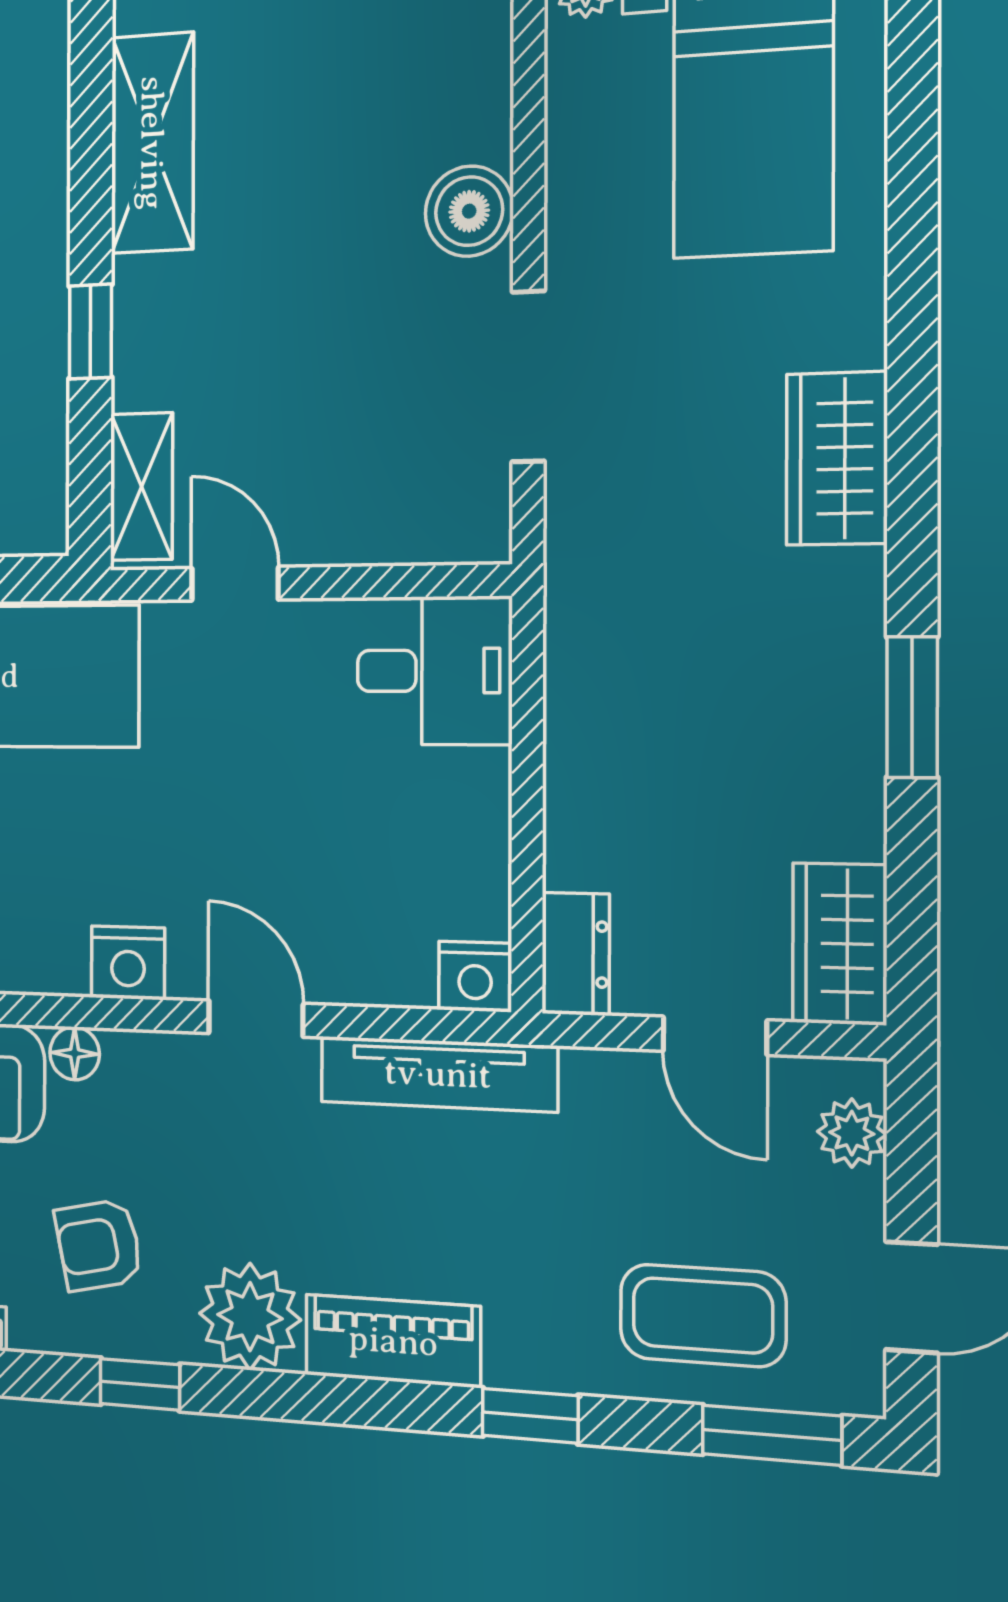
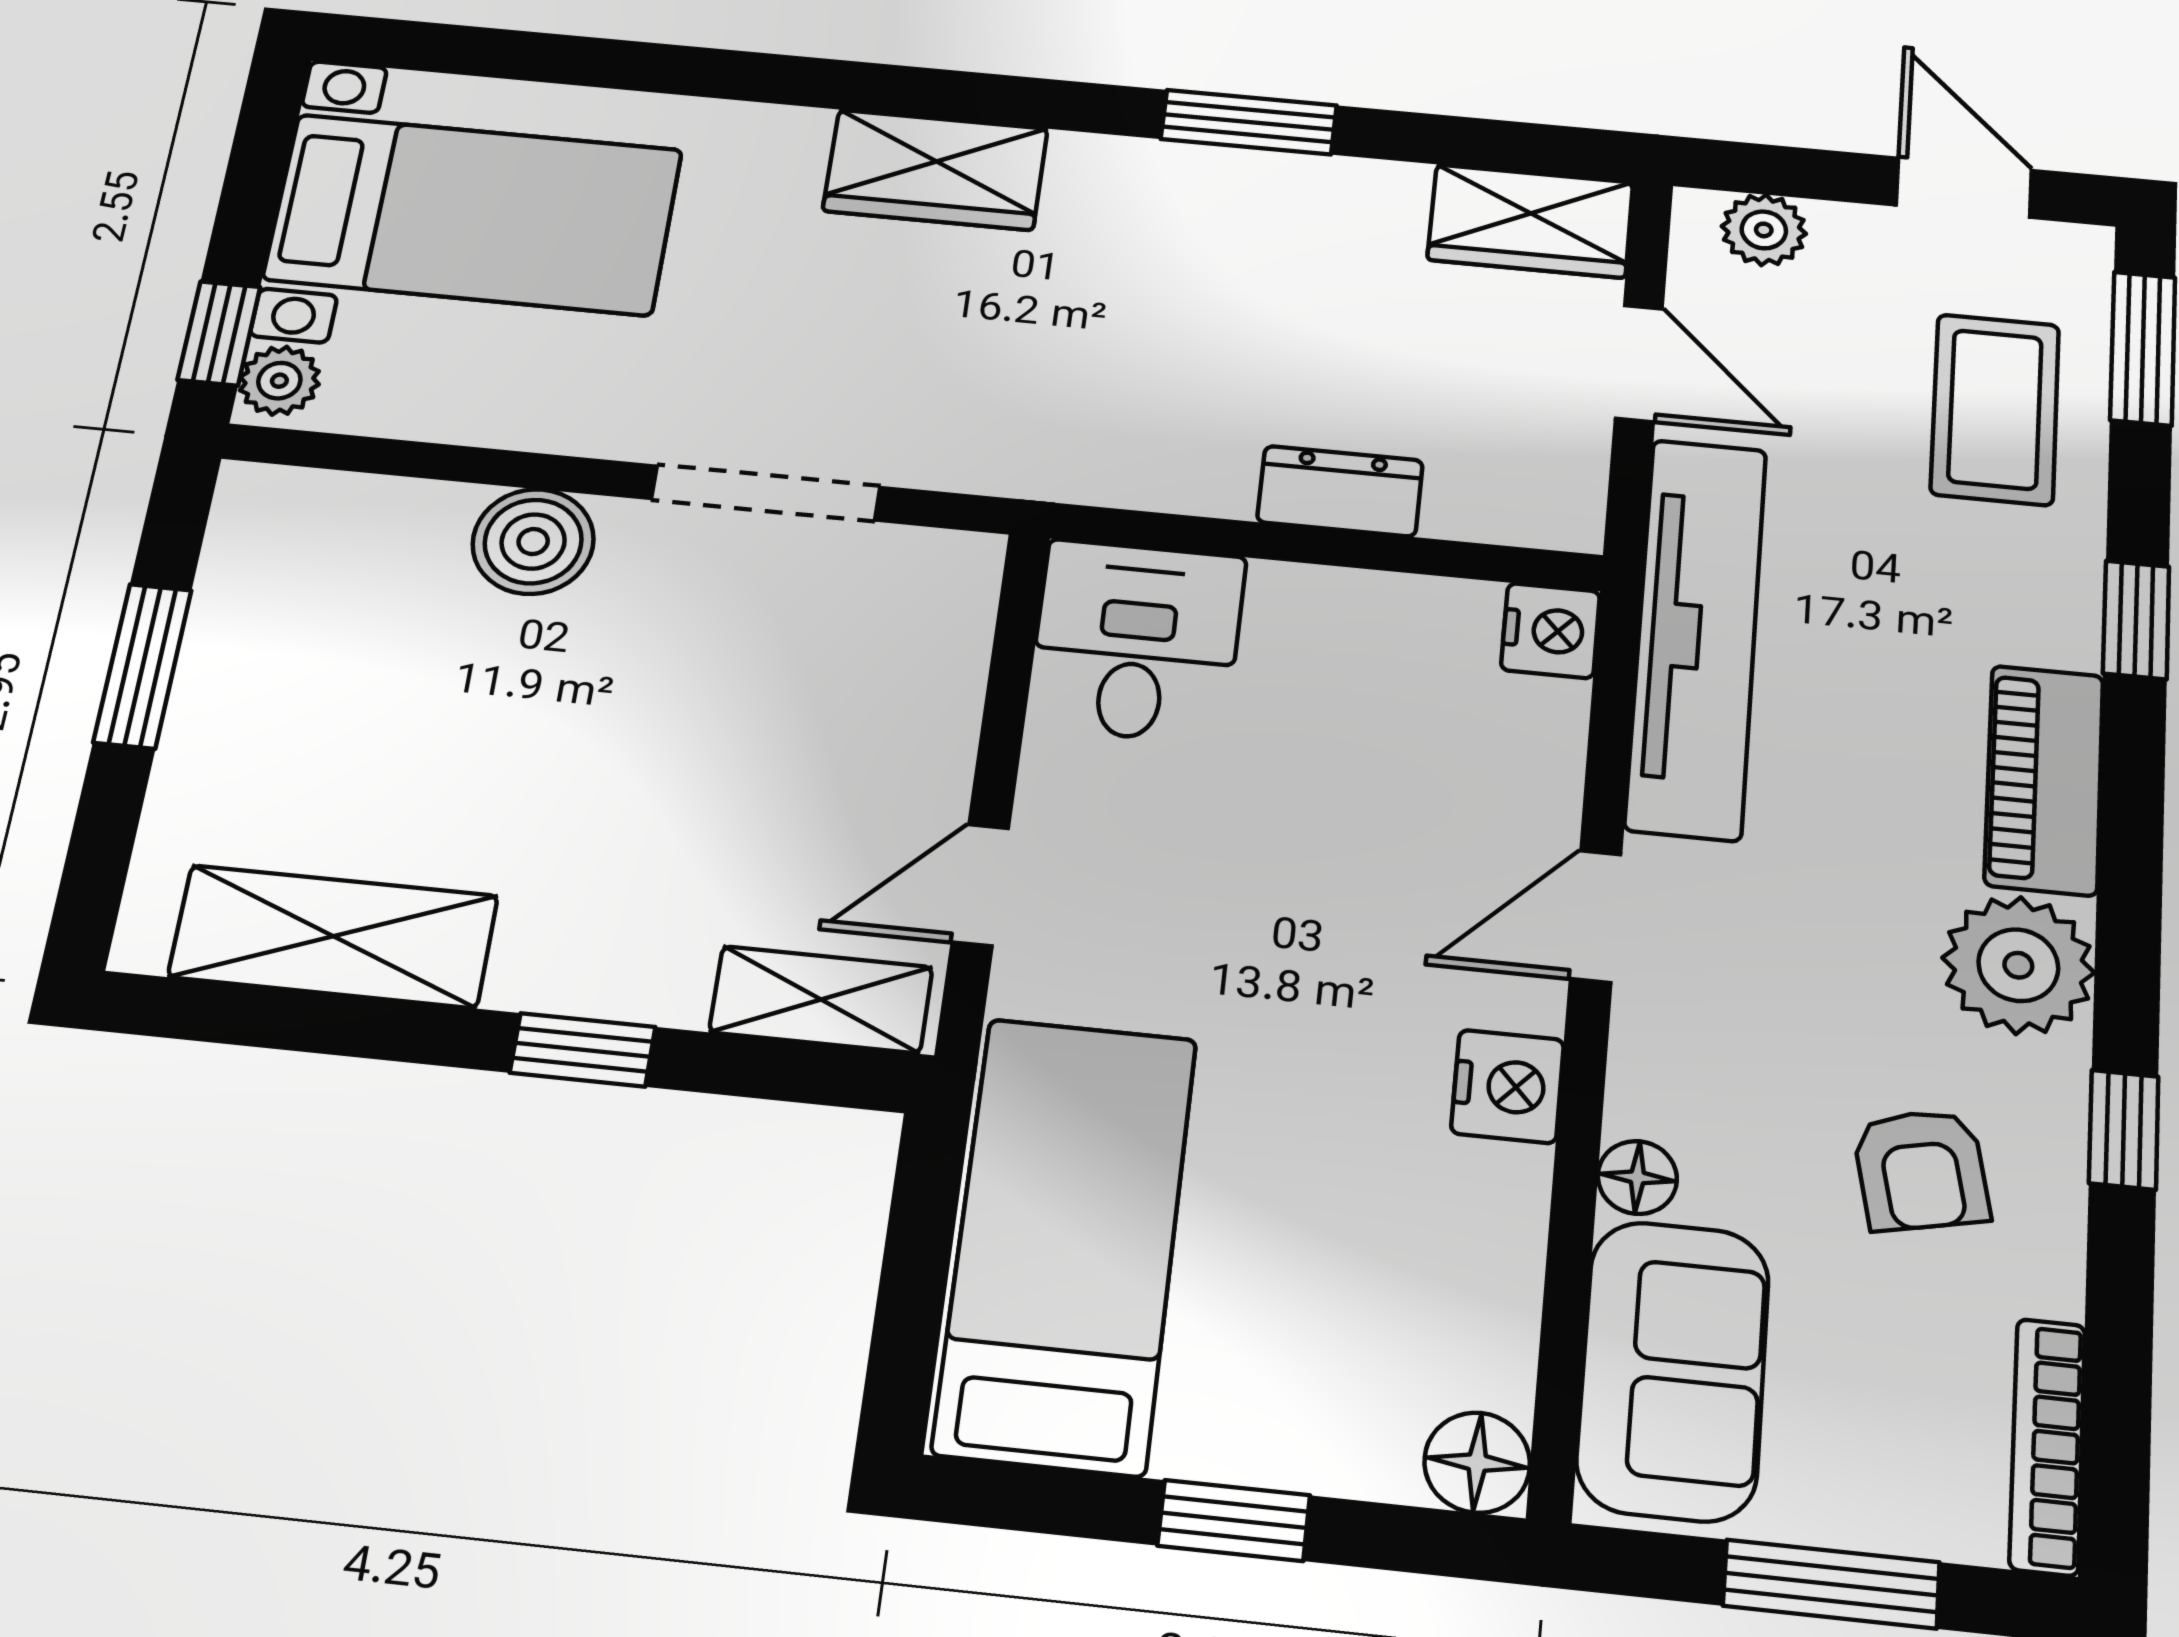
dresser: (576, 954) -> (1340, 491), moved
door: (715, 1036) -> (1639, 363), hinge flipped
tv unit: (438, 1074) -> (1696, 637), width x1.36, depth x1.29

